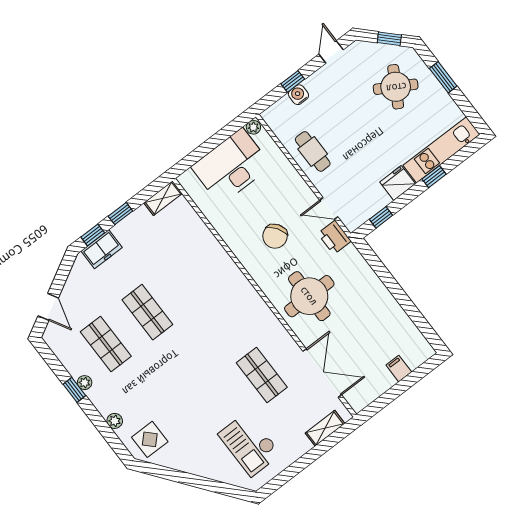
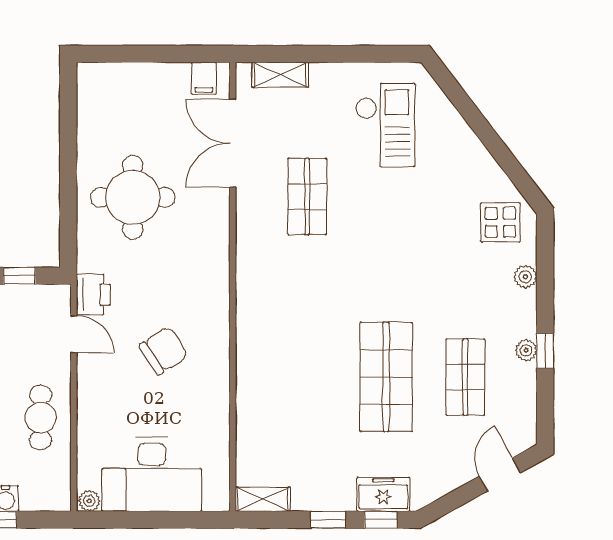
round table: (309, 296) -> (133, 197), moved
shop shelf: (147, 312) -> (386, 377), width x1.43, depth x1.36
filing cabinet: (399, 369) -> (204, 78), moved

